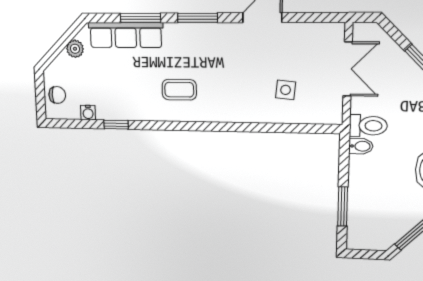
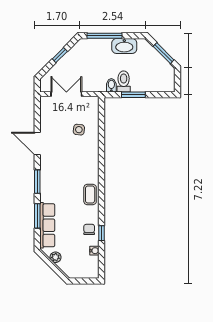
coffee table: (179, 90) -> (90, 195), moved
chair: (57, 95) -> (89, 229), moved
toilet: (368, 126) -> (124, 81), moved
window: (343, 206) -> (133, 95), moved

